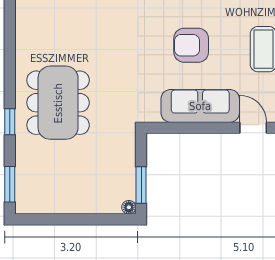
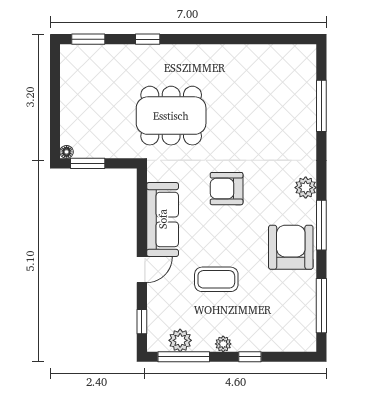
armchair: (191, 45) -> (227, 189), moved, turned -90
dining table: (58, 103) -> (171, 116), moved

